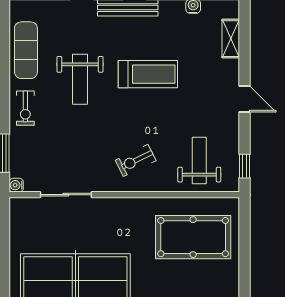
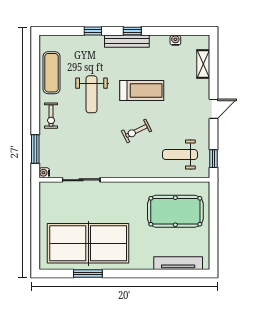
door: (245, 99) -> (213, 109), hinge flipped
exercise bike: (136, 160) -> (136, 131), moved
weight bench: (199, 161) -> (180, 155), turned -90

